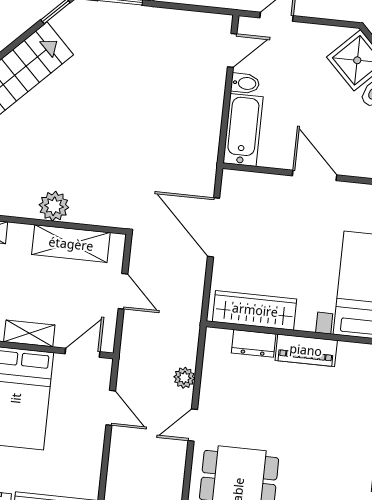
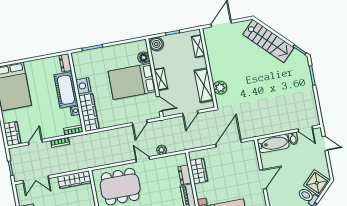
plant: (54, 206) -> (220, 88), moved
wardrobe: (255, 310) -> (199, 171), width x0.67

